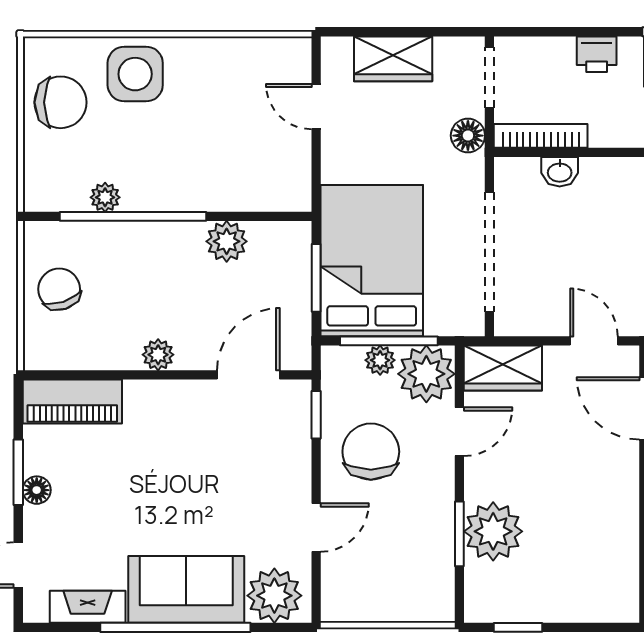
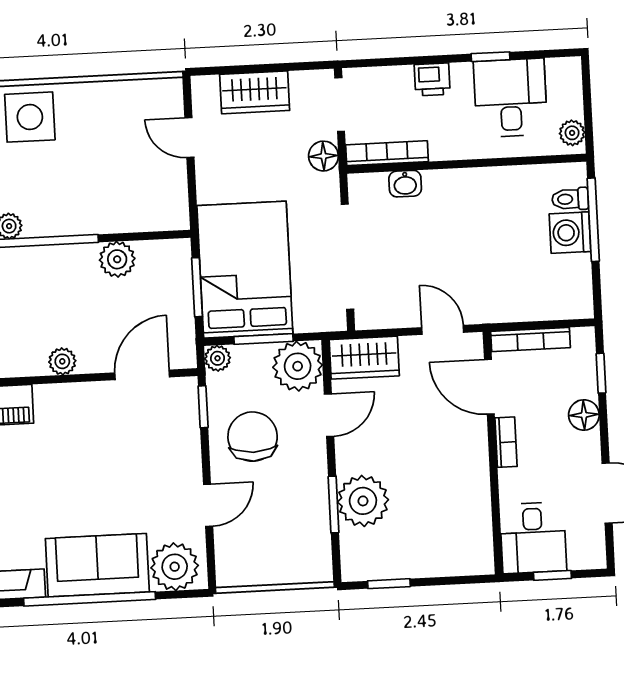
window: (389, 341) -> (263, 339), width x0.69
plant: (380, 360) -> (218, 358), moved

